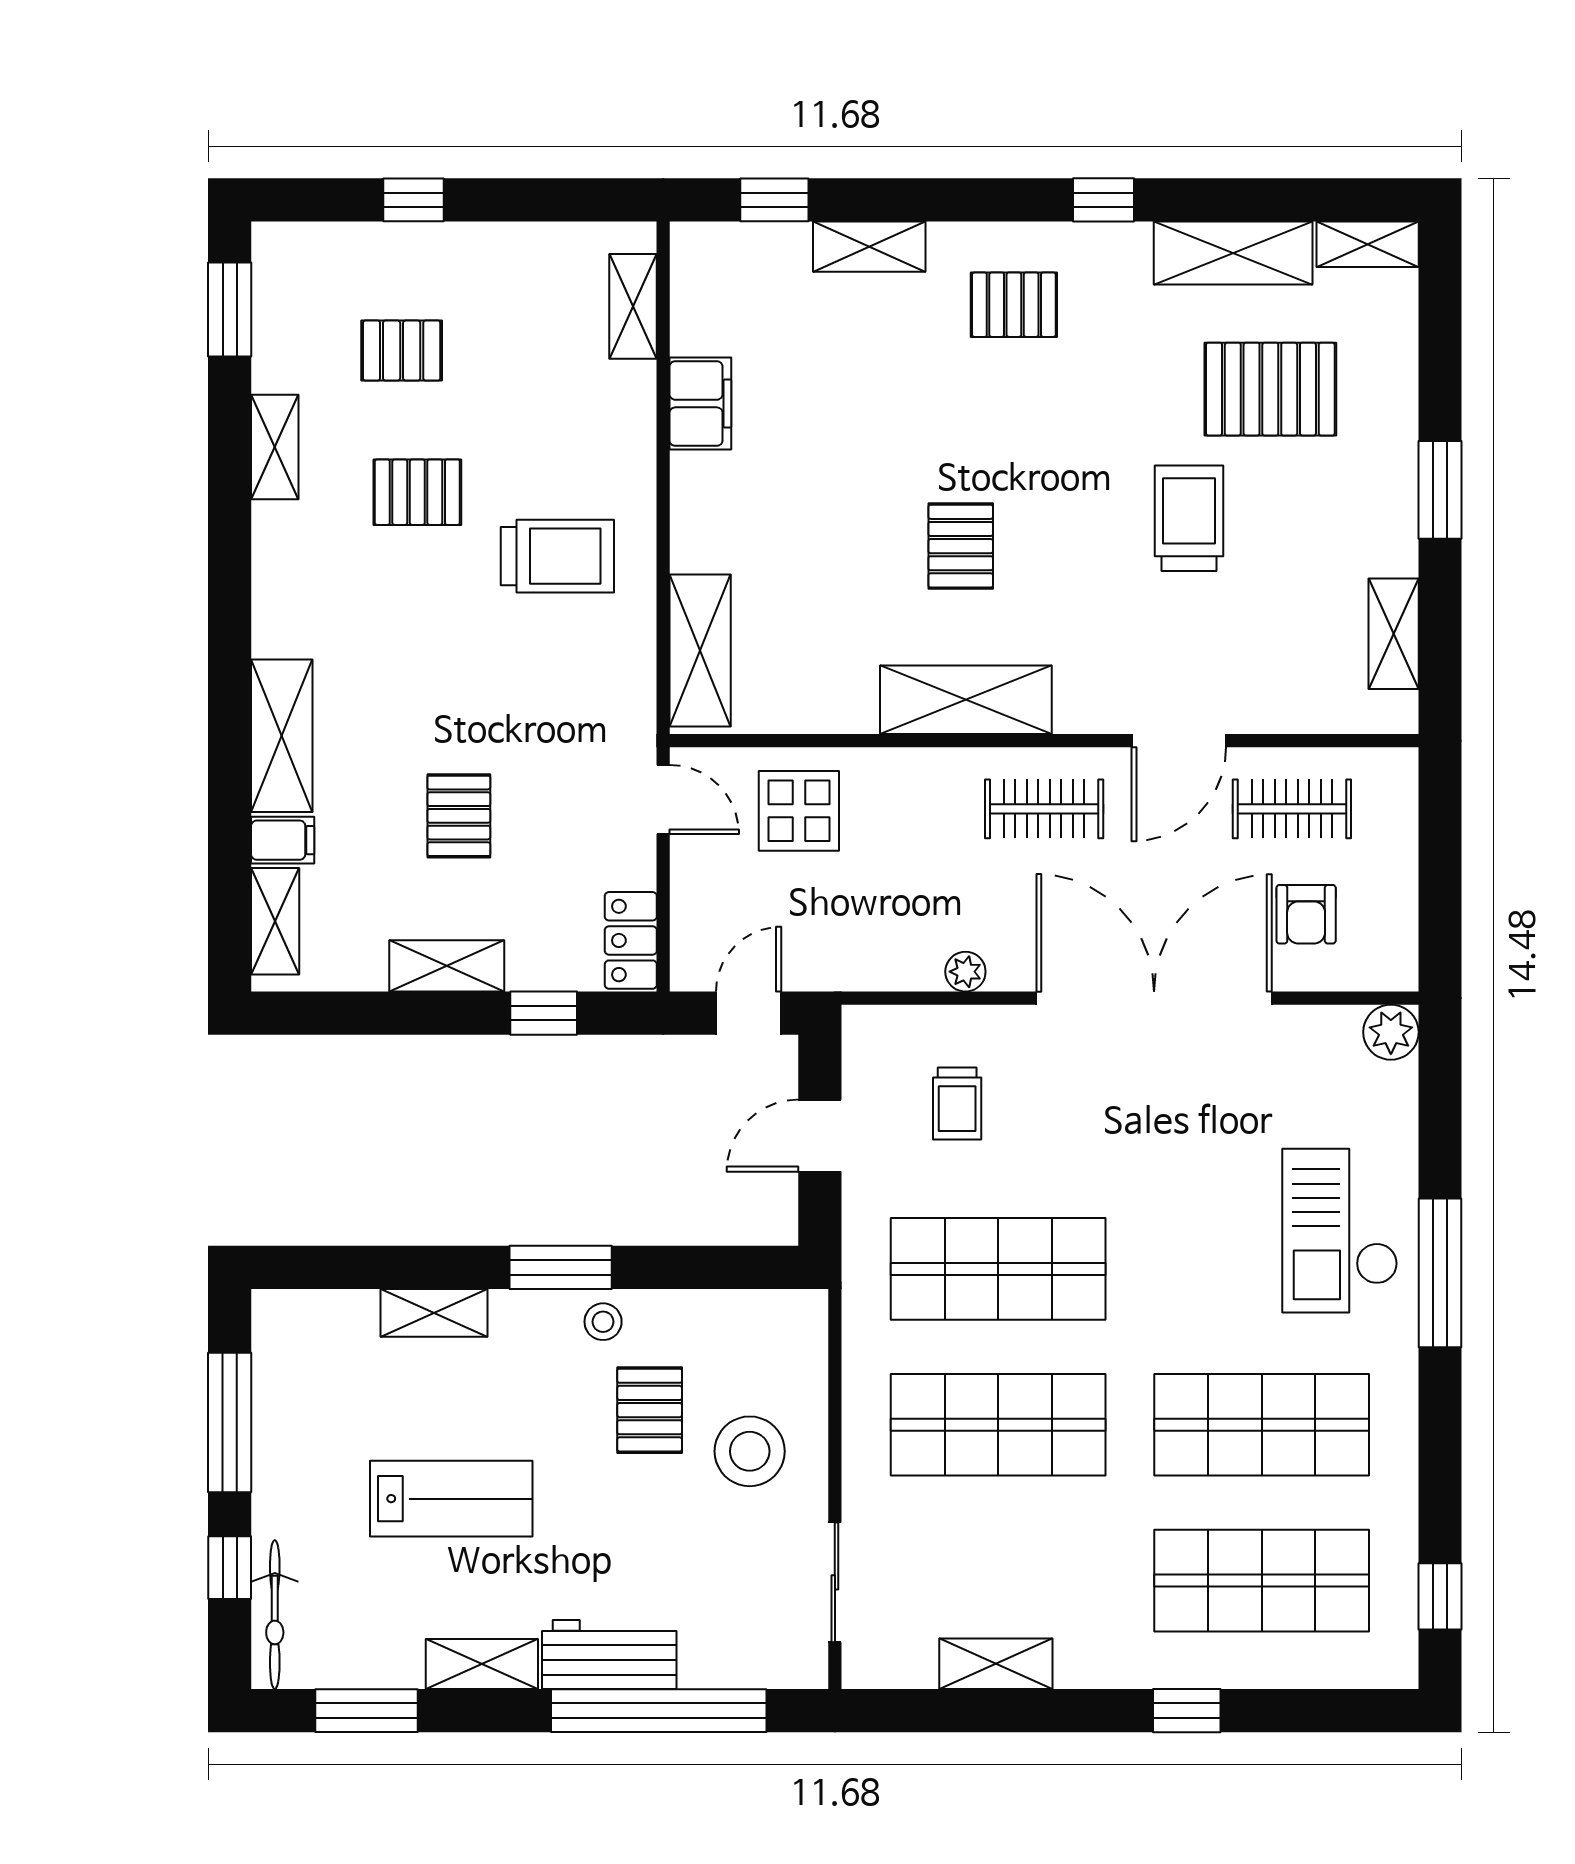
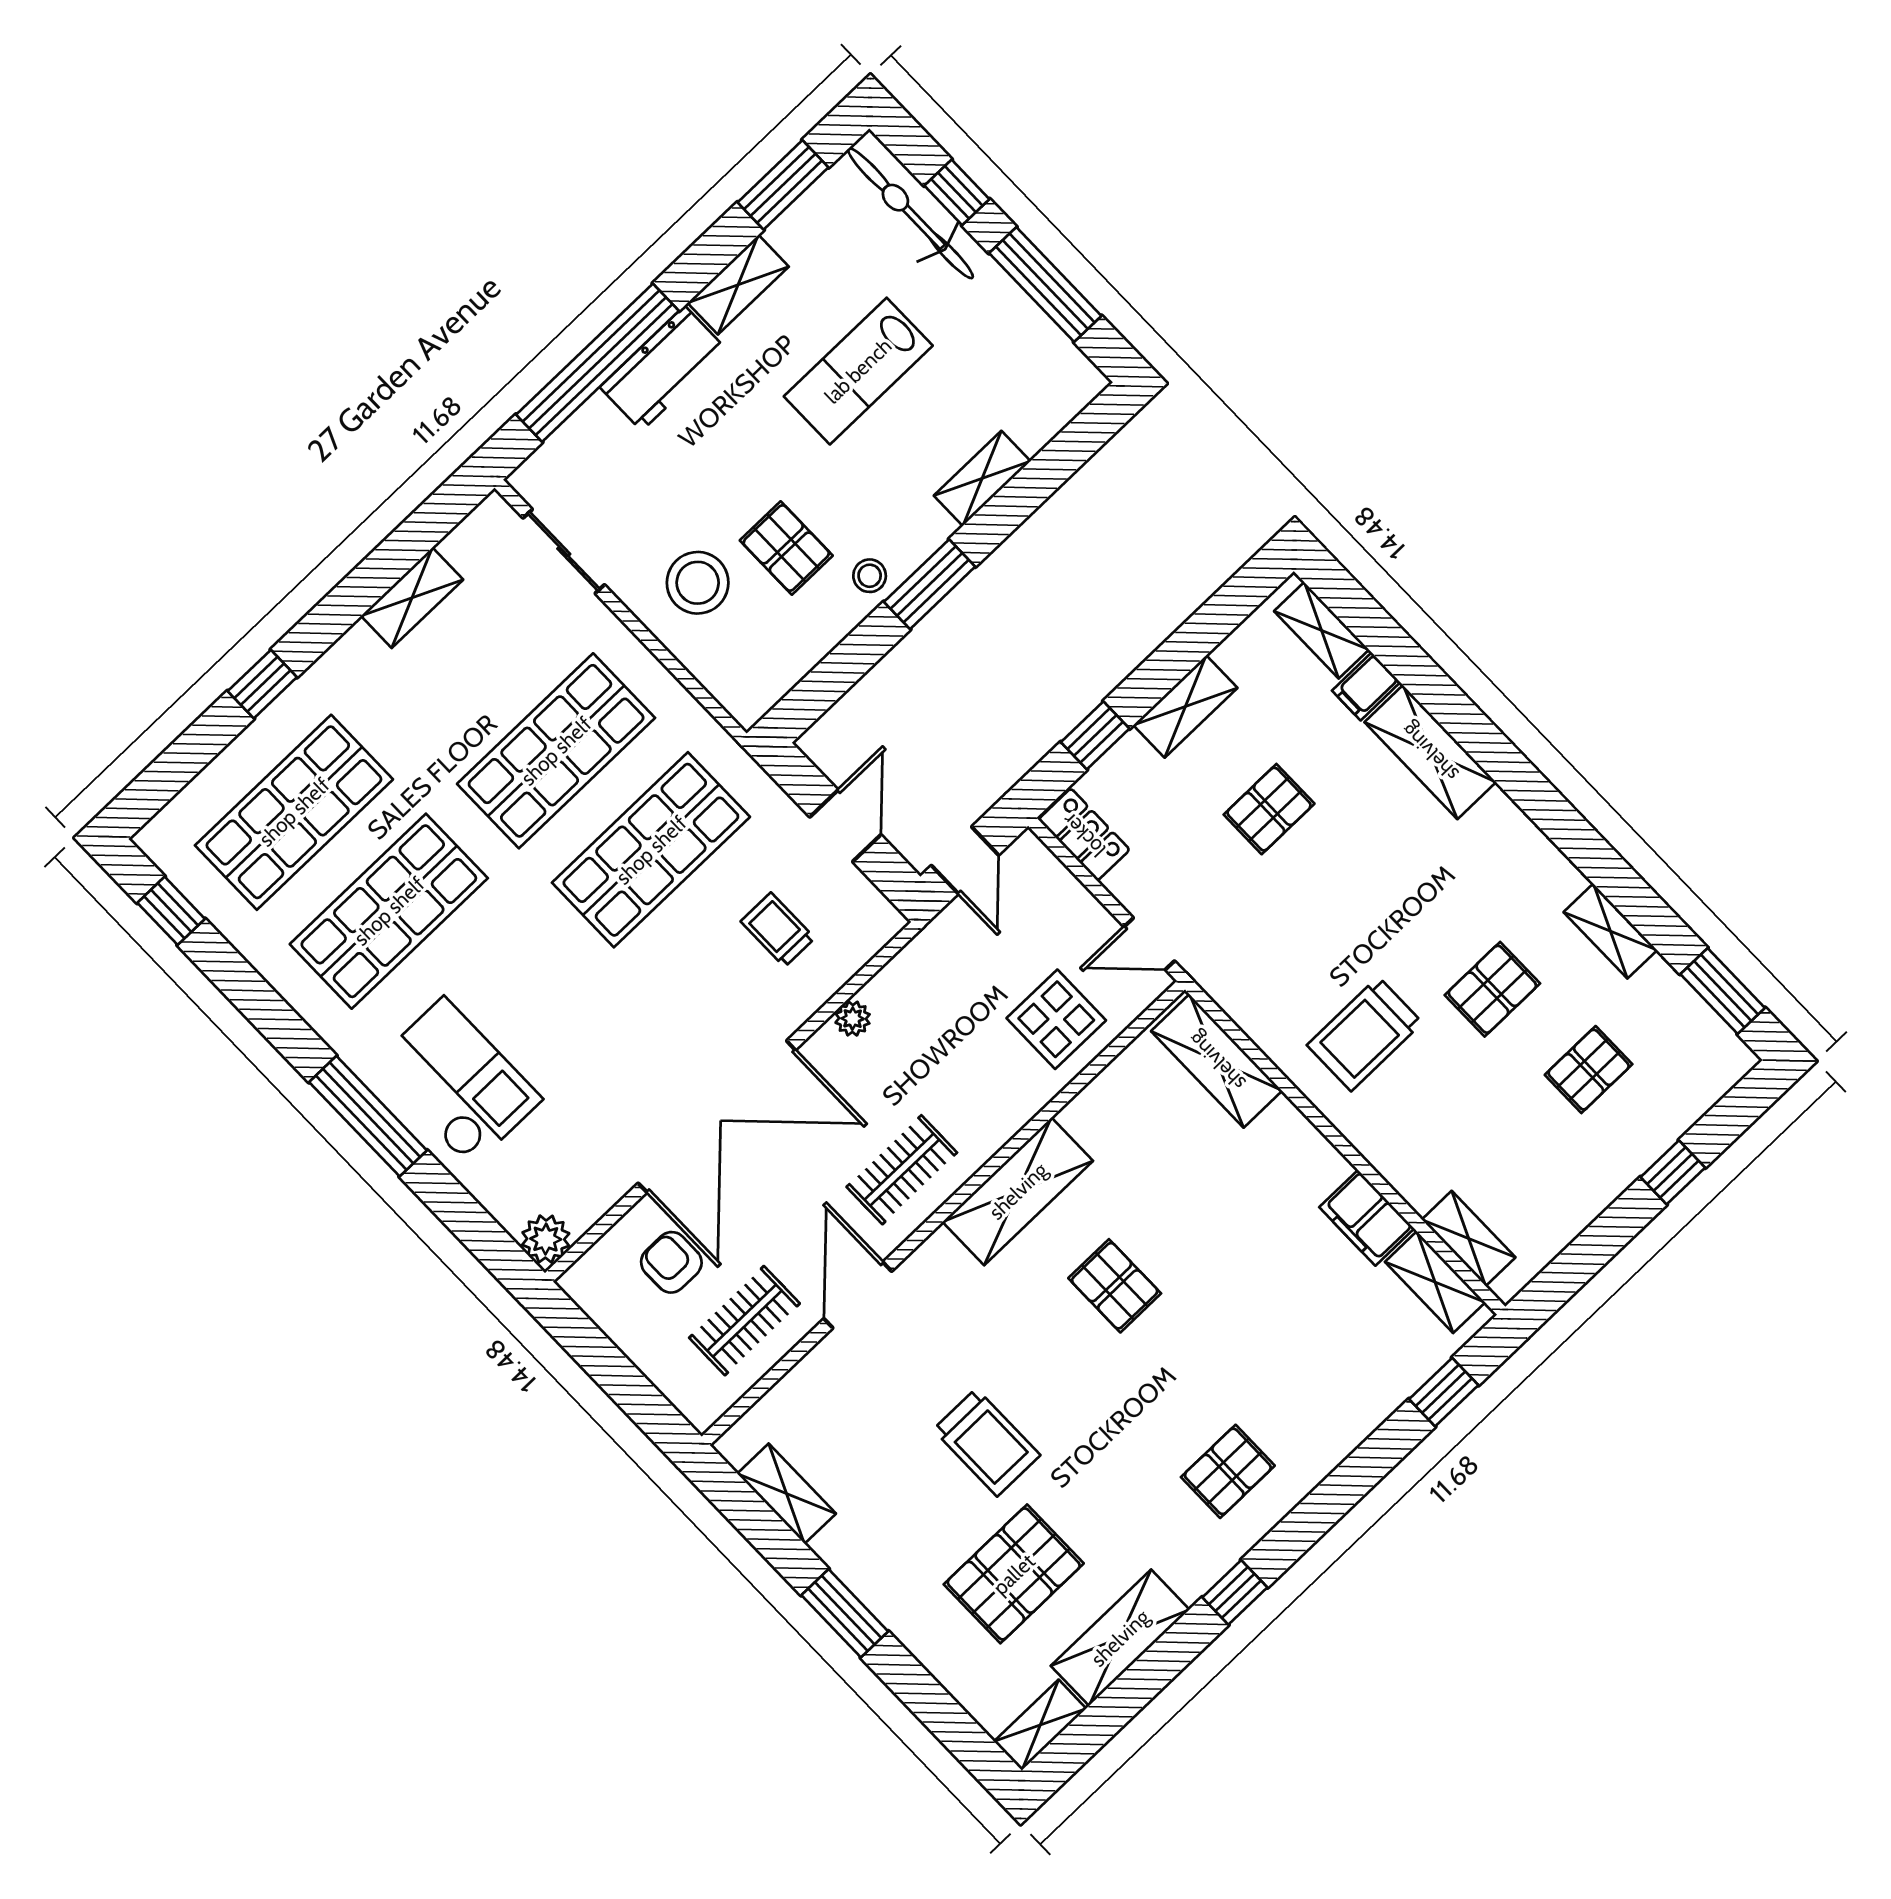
shelving: (869, 247) -> (1435, 1282), moved, turned 90
pallet: (459, 816) -> (1269, 809), turned 90
bicycle: (275, 1615) -> (910, 213), width x1.37, depth x1.40

